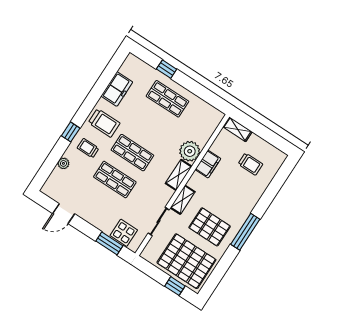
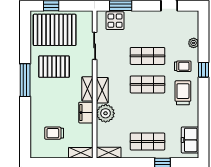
freezer: (117, 89) -> (190, 140), moved
shelving: (211, 112) -> (109, 153), added
trolley: (104, 123) -> (183, 93), turned 90
shelving: (183, 200) -> (87, 89), moved

